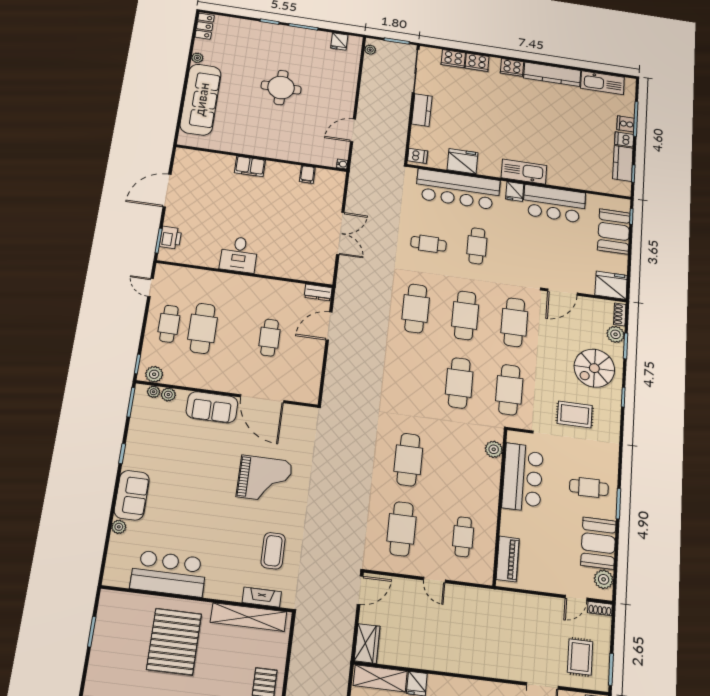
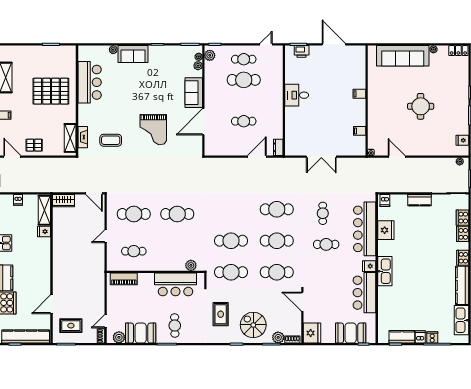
filing cabinet: (250, 166) -> (359, 94), width x0.50
door: (329, 326) -> (257, 157), hinge flipped
door: (576, 598) -> (106, 321), hinge flipped
shelving: (249, 617) -> (70, 138), width x0.68

